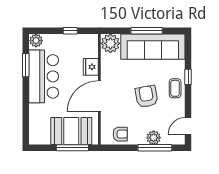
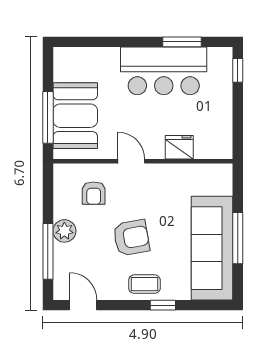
window: (70, 31) -> (238, 70), moved
plant: (36, 41) -> (222, 59), removed
plant: (110, 43) -> (217, 179), removed
door: (99, 96) -> (131, 161), width x0.53
armchair: (120, 134) -> (94, 193), moved
plant: (154, 138) -> (64, 231), moved

